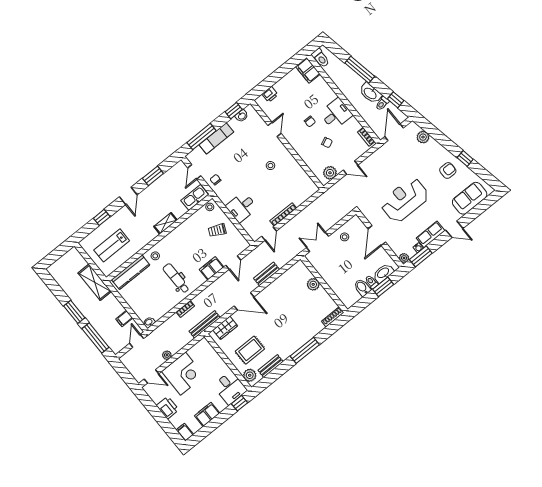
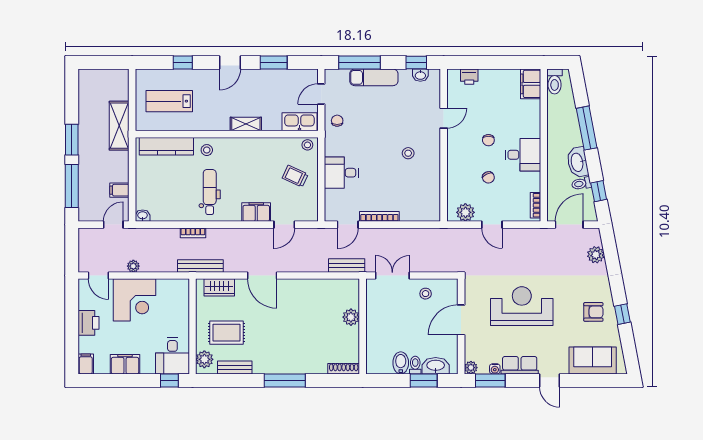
bench: (266, 274) -> (347, 266), moved

